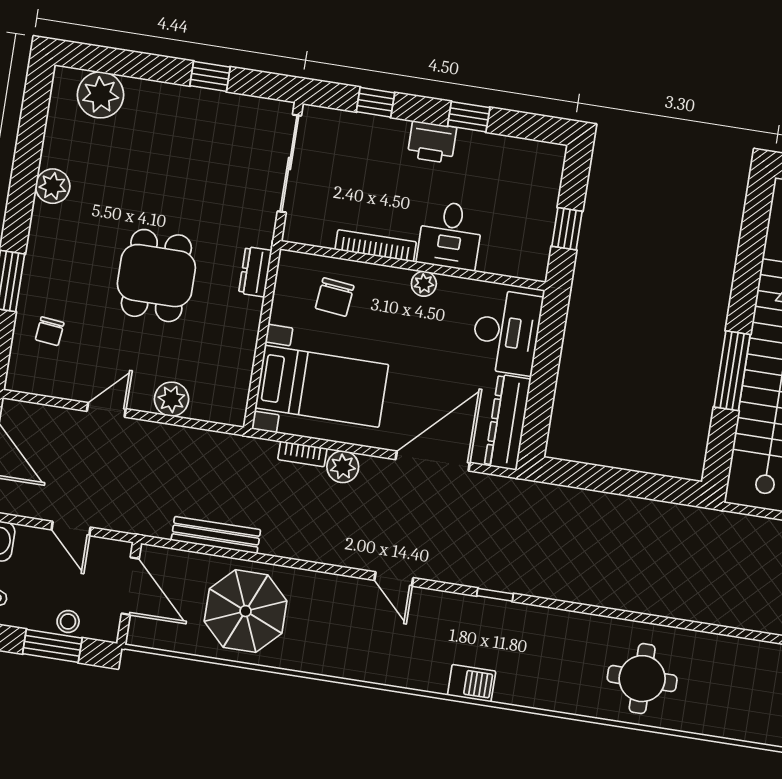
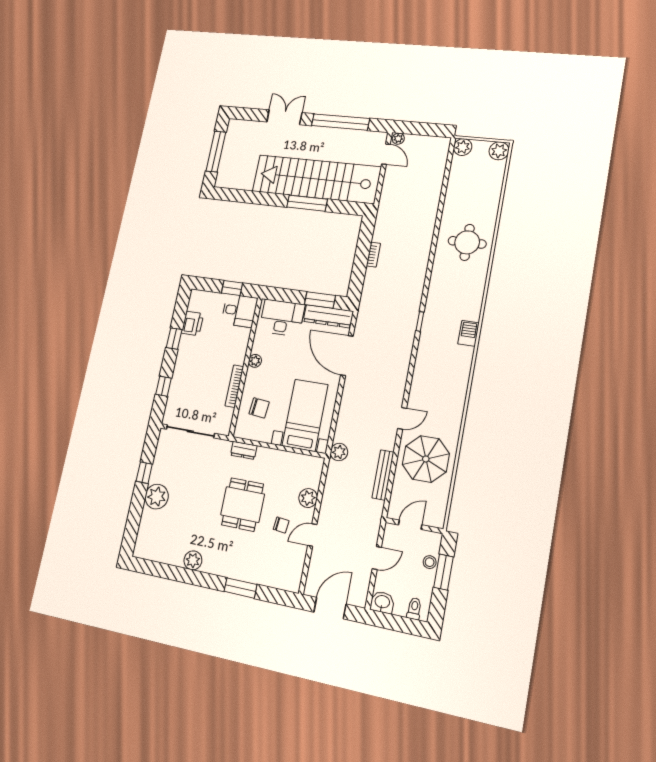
plant: (100, 95) -> (157, 497), moved
printer: (432, 142) -> (192, 323), moved
desk: (450, 235) -> (239, 311), moved
dining table: (156, 276) -> (243, 504), turned 90
chair: (50, 331) -> (281, 525), moved
window: (539, 405) -> (320, 300), added
door: (106, 410) -> (312, 535), hinge flipped
bookcase: (302, 454) -> (373, 255), moved
plant: (343, 467) -> (339, 452), moved
door: (394, 579) -> (402, 418), moved
door: (130, 586) -> (410, 525), width x0.73

